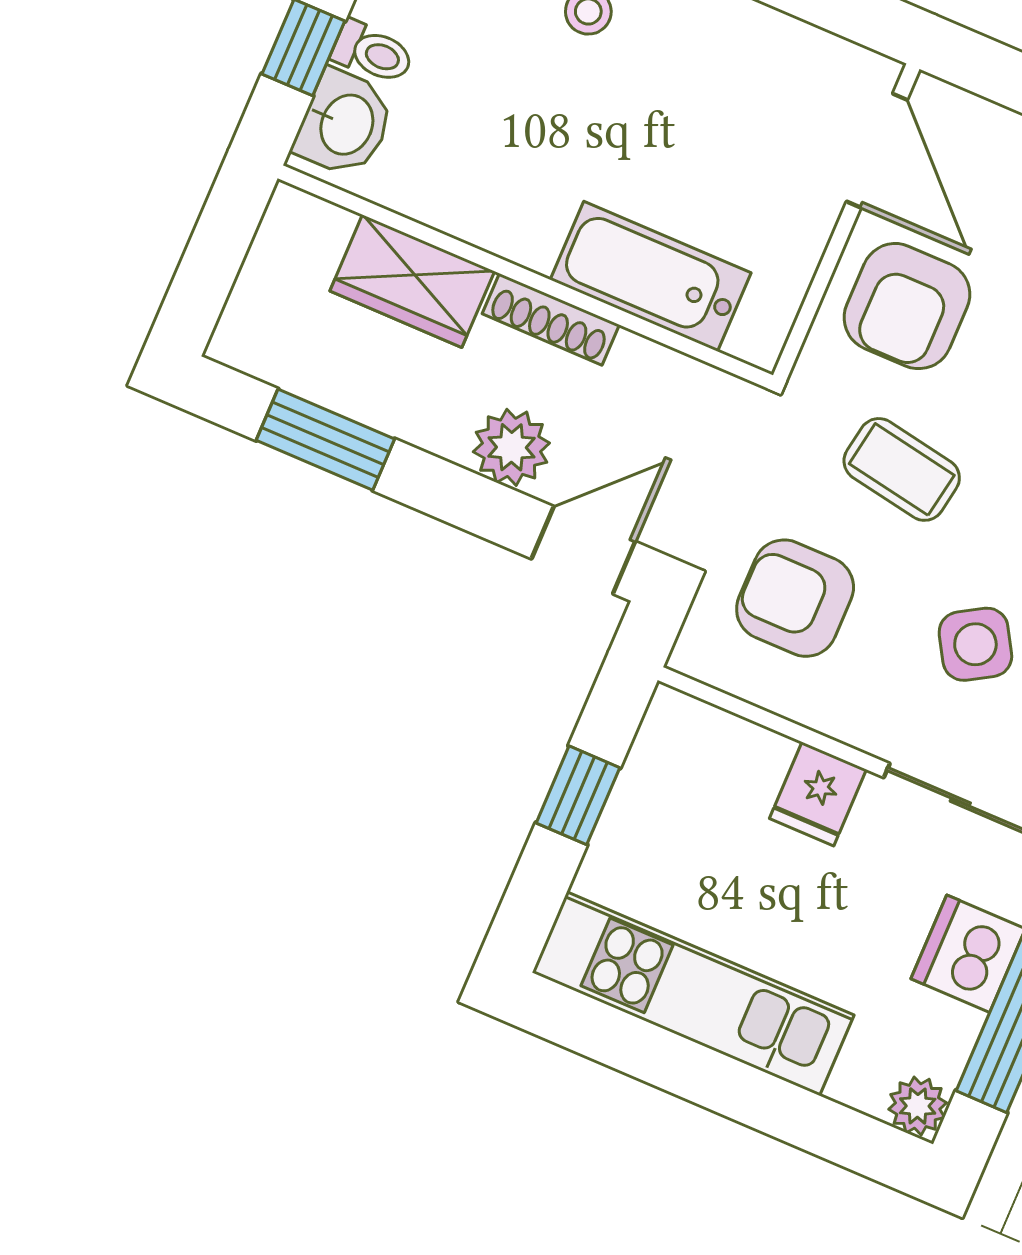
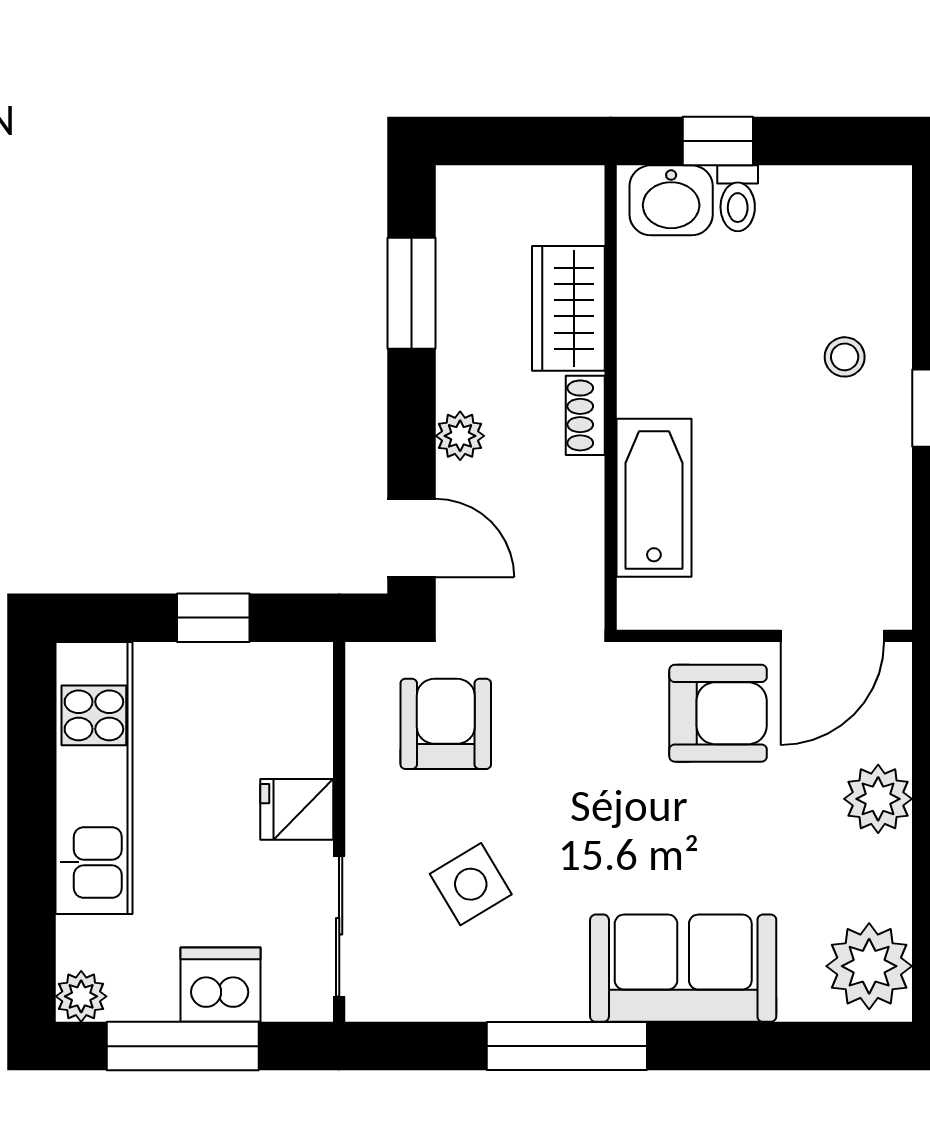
armchair: (907, 306) -> (718, 713), turned 180
shoe rack: (551, 319) -> (585, 415), width x0.70
plant: (511, 447) -> (460, 436), width x0.73, depth x0.73
coffee table: (902, 469) -> (585, 765), removed

